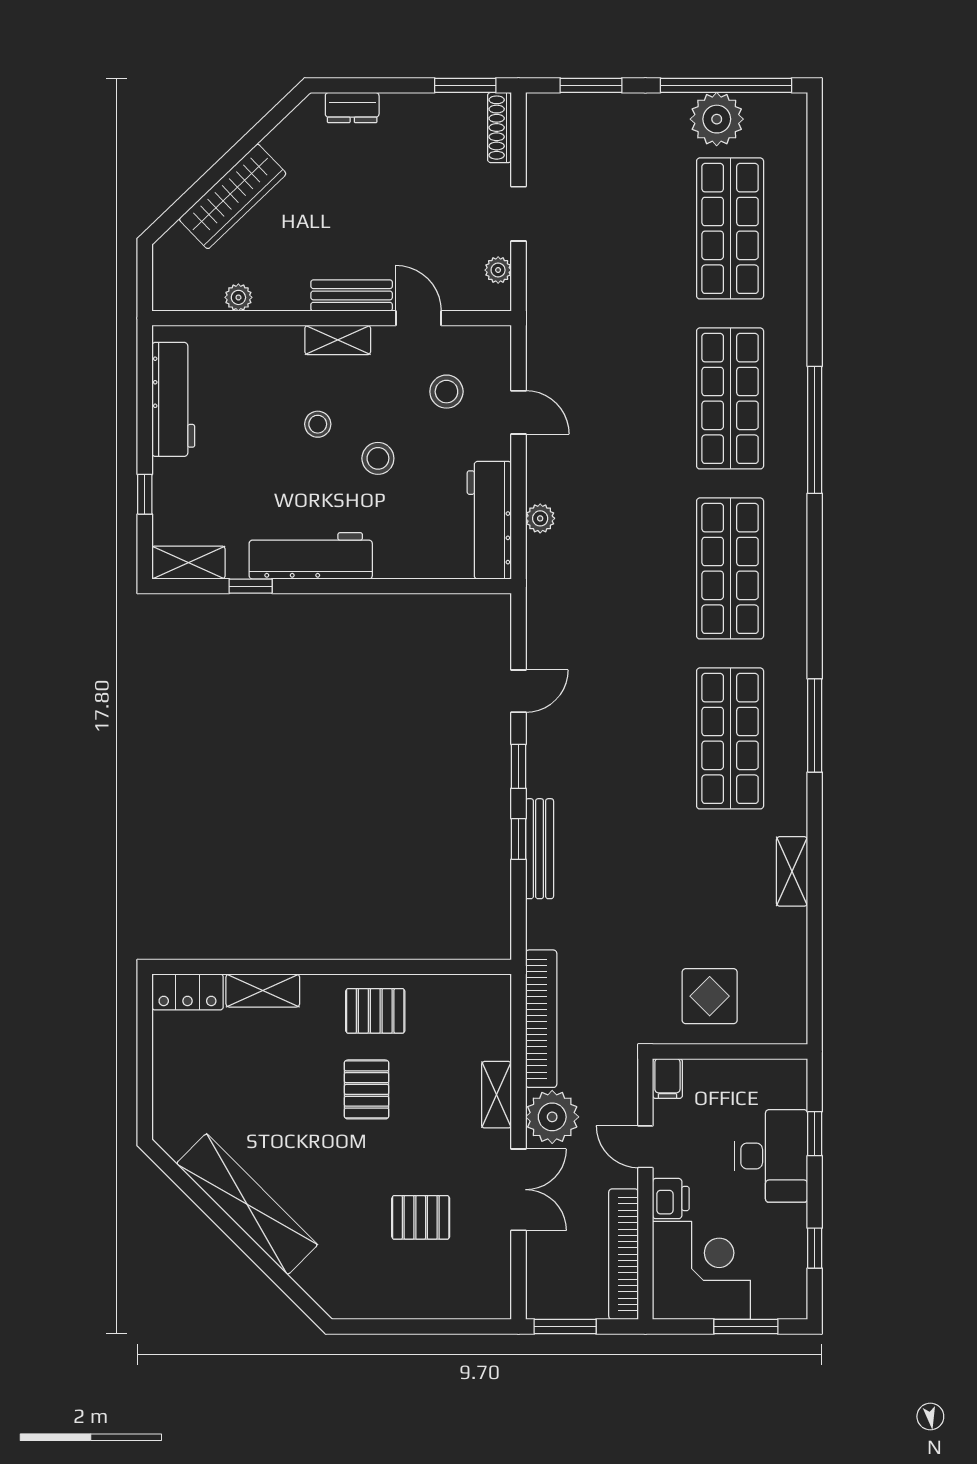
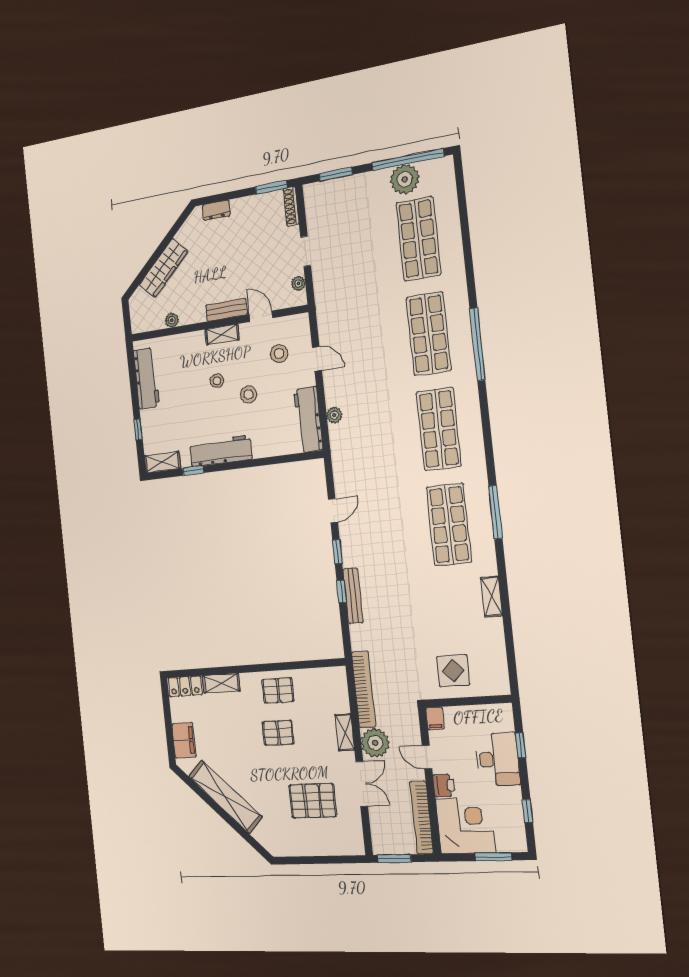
pallet: (367, 1089) -> (278, 733), turned 90
filing cabinet: (174, 1094) -> (184, 740), added
pallet: (421, 1217) -> (313, 801), width x1.50, depth x1.42

